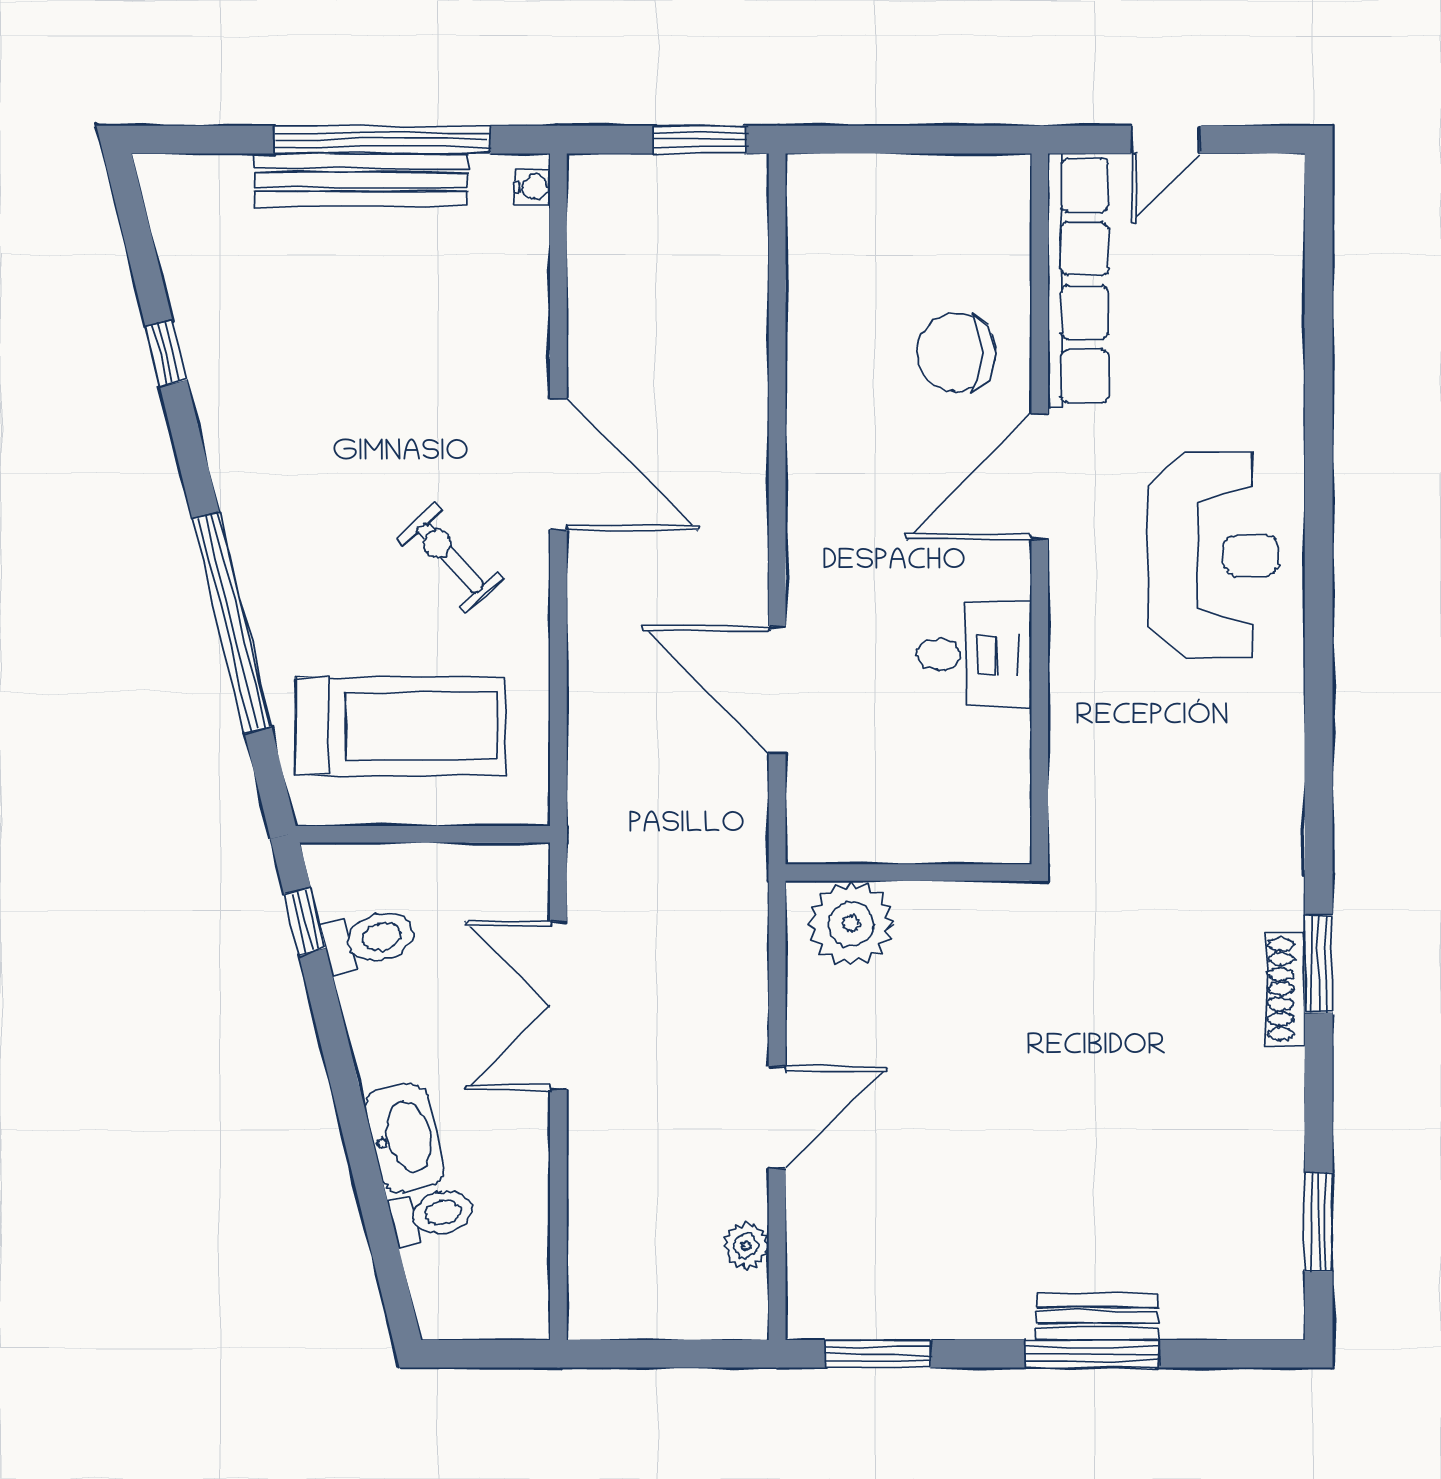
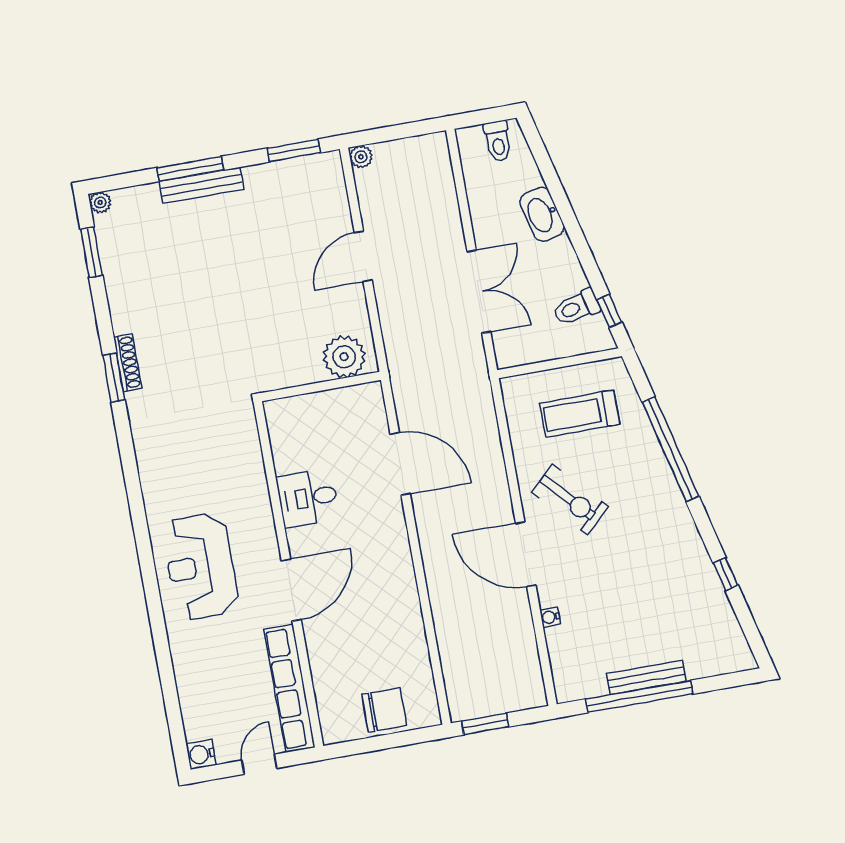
bench: (361, 180) -> (646, 677), width x0.73, depth x0.82
water cooler: (1278, 180) -> (201, 754), added
water cooler: (532, 187) -> (550, 617), moved
chair: (956, 353) -> (384, 710), moved
exercise bike: (450, 558) -> (570, 499), width x1.38, depth x1.39
treadmill: (401, 726) -> (580, 414), width x0.73, depth x0.73
toilet: (432, 1215) -> (498, 141), moved, turned -76
plant: (746, 1246) -> (361, 157), moved
bench: (1097, 1317) -> (201, 185), width x1.36
plant: (1284, 1319) -> (100, 202), added

